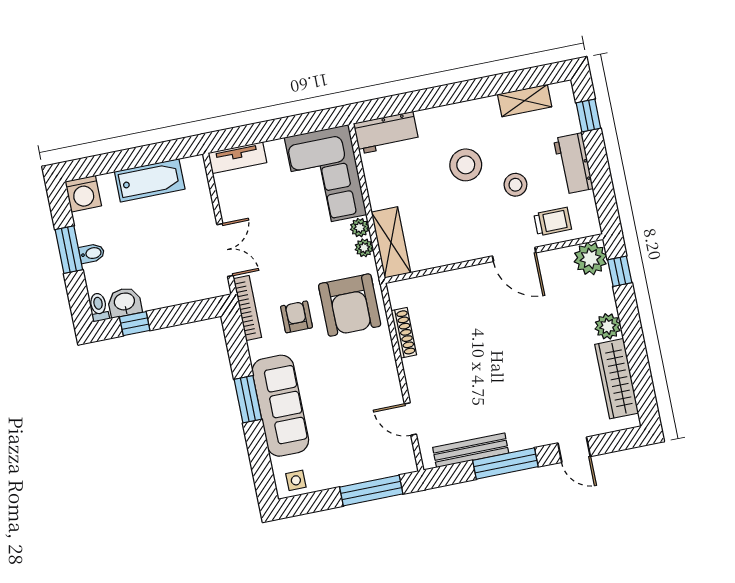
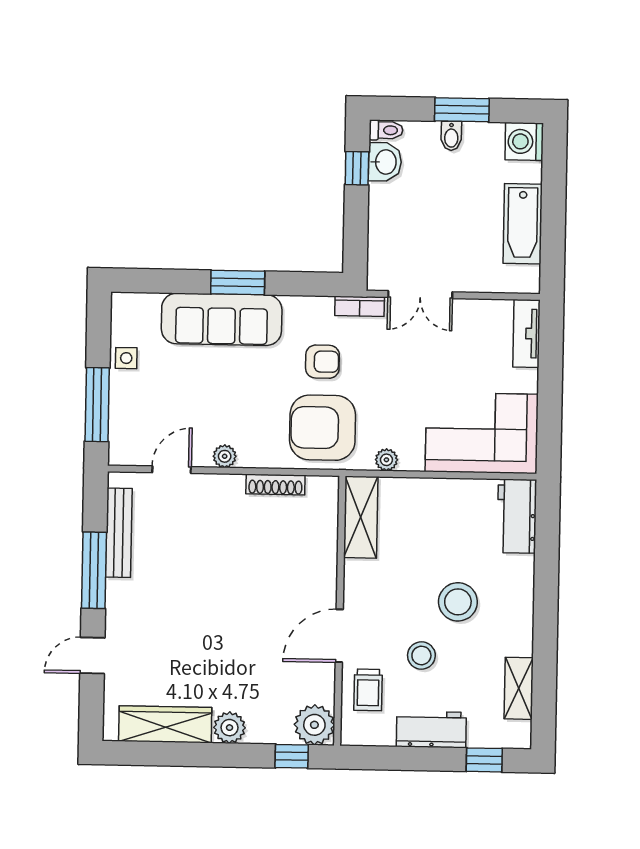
plant: (360, 228) -> (225, 456), moved
shelving: (391, 242) -> (361, 517), moved, turned 90
bookcase: (247, 308) -> (360, 306), width x0.64
side table: (296, 480) -> (126, 358), moved

